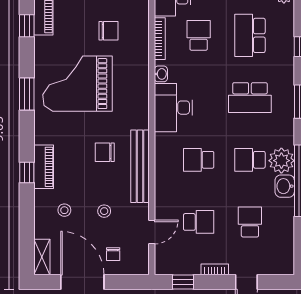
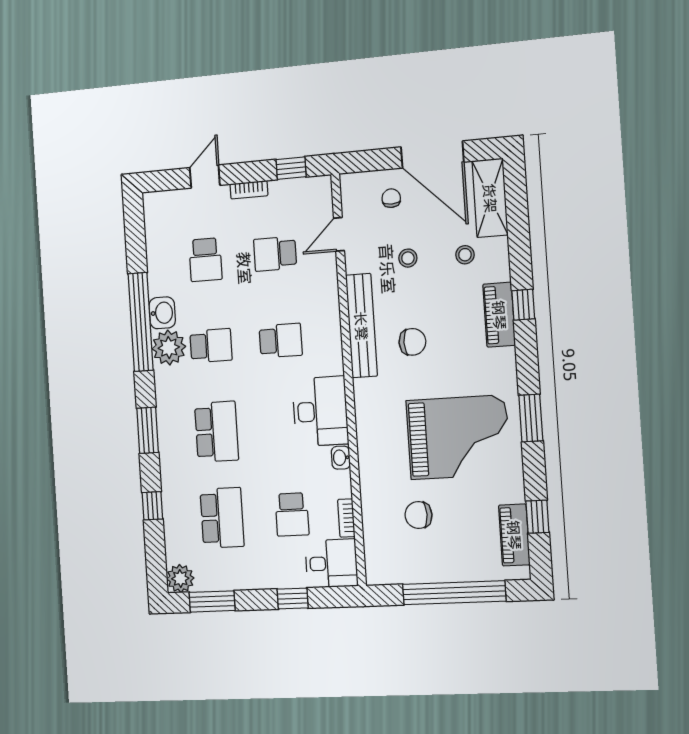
bookcase: (160, 39) -> (346, 518), width x0.64
school desk: (250, 98) -> (217, 432), turned 90
shelving: (42, 257) -> (490, 198), width x1.50, depth x1.33

